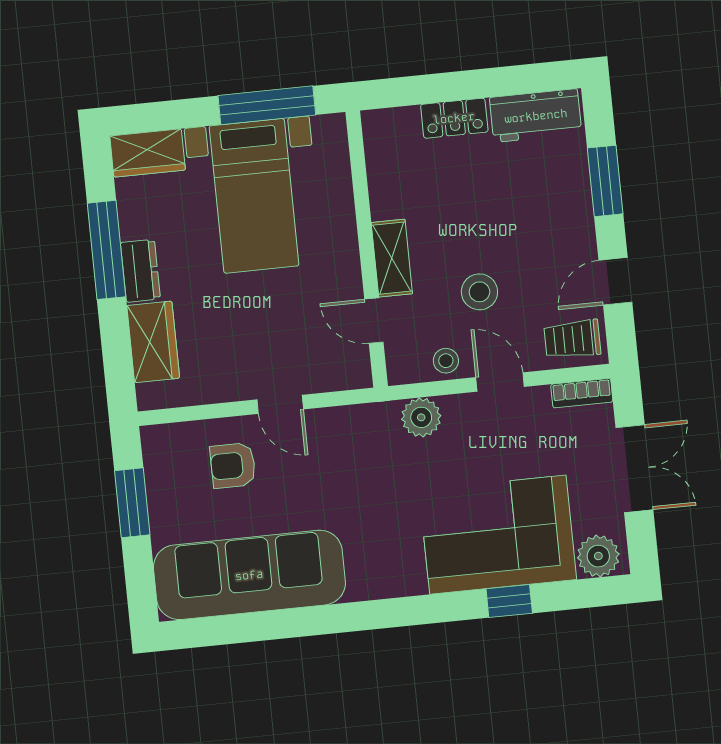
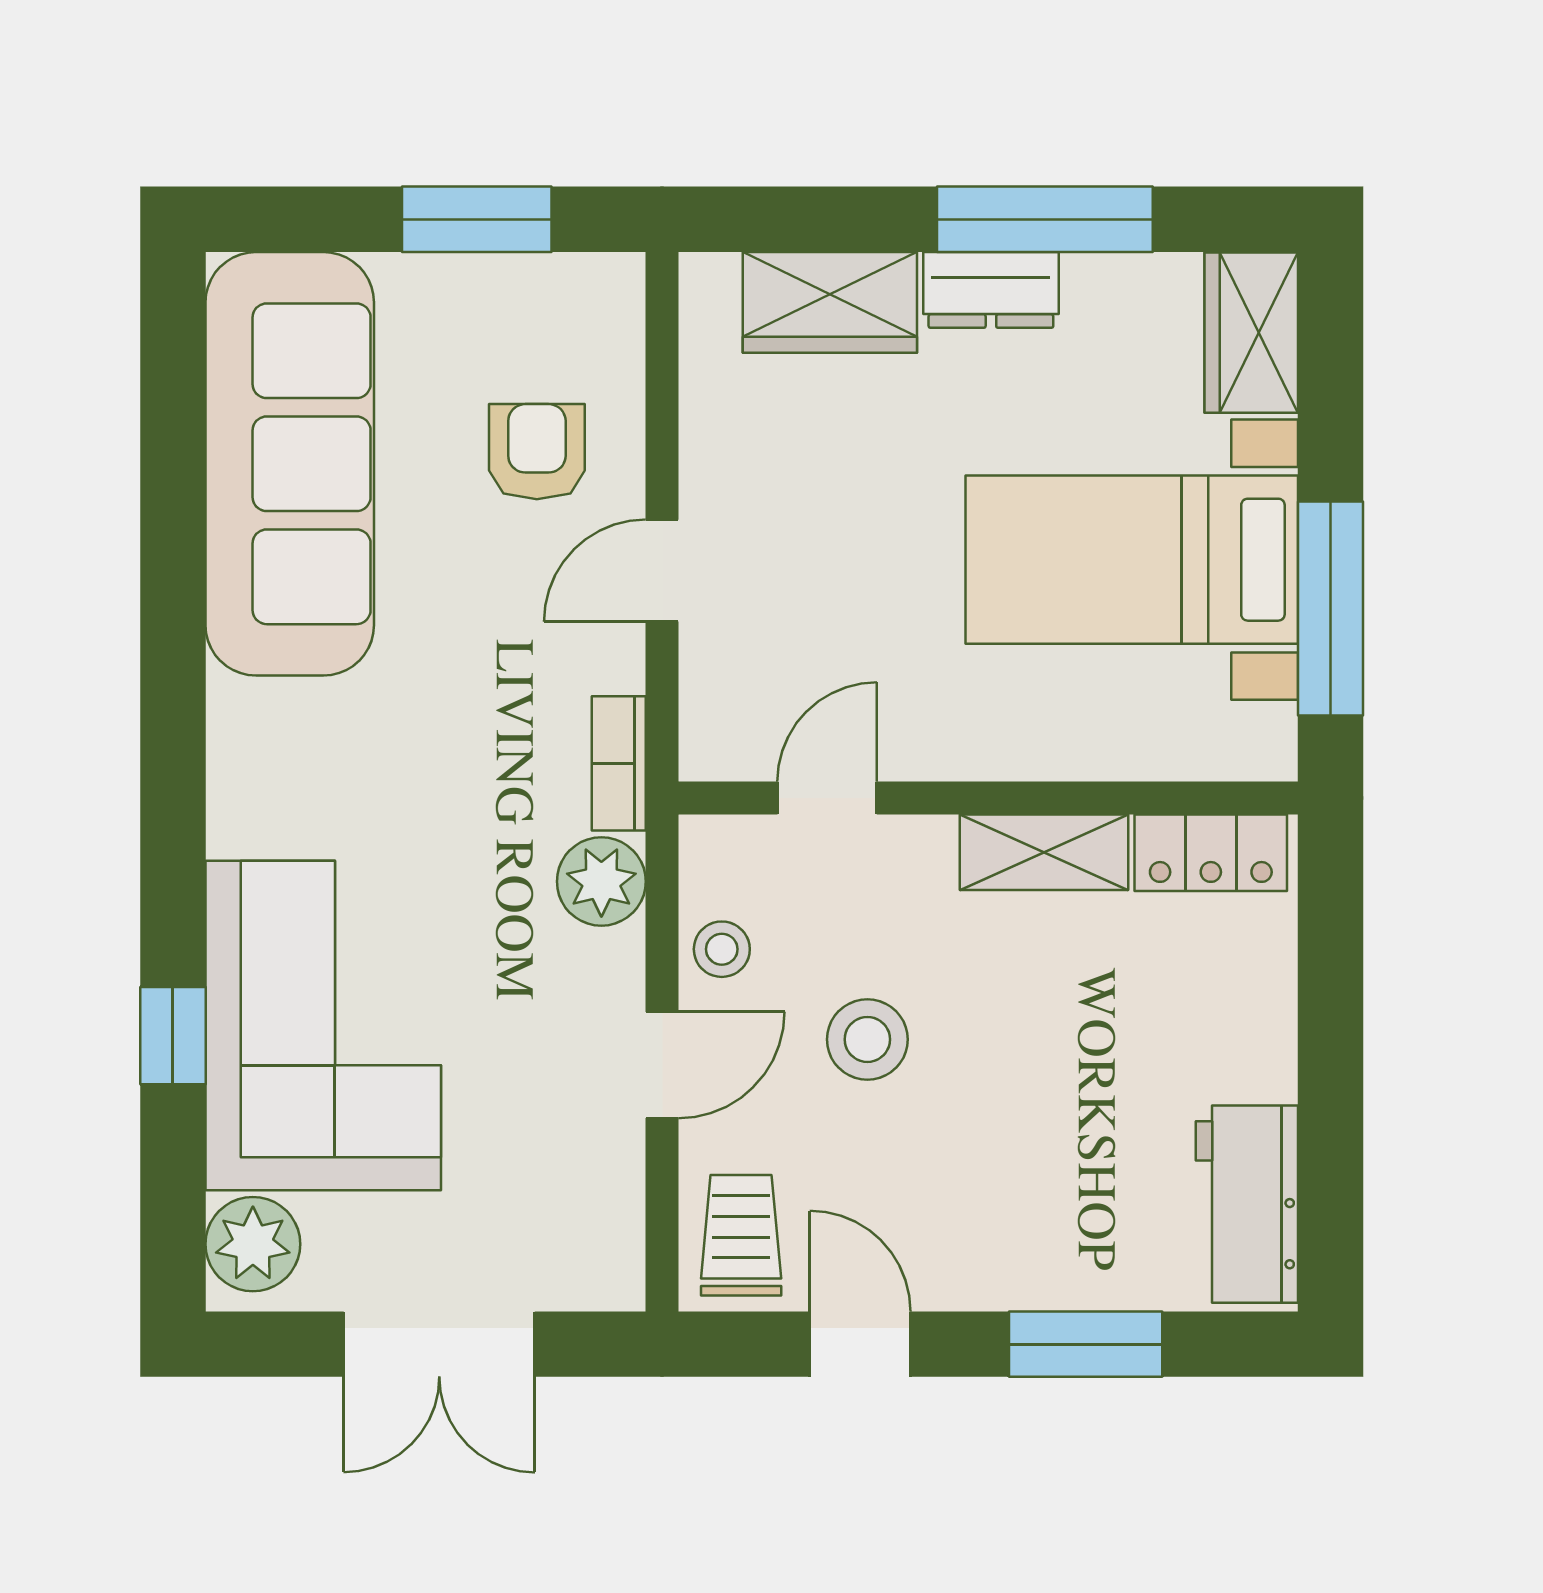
locker: (454, 118) -> (1211, 853), moved, turned -90
shelving: (392, 258) -> (1044, 852), moved
bookcase: (582, 393) -> (619, 763), moved

